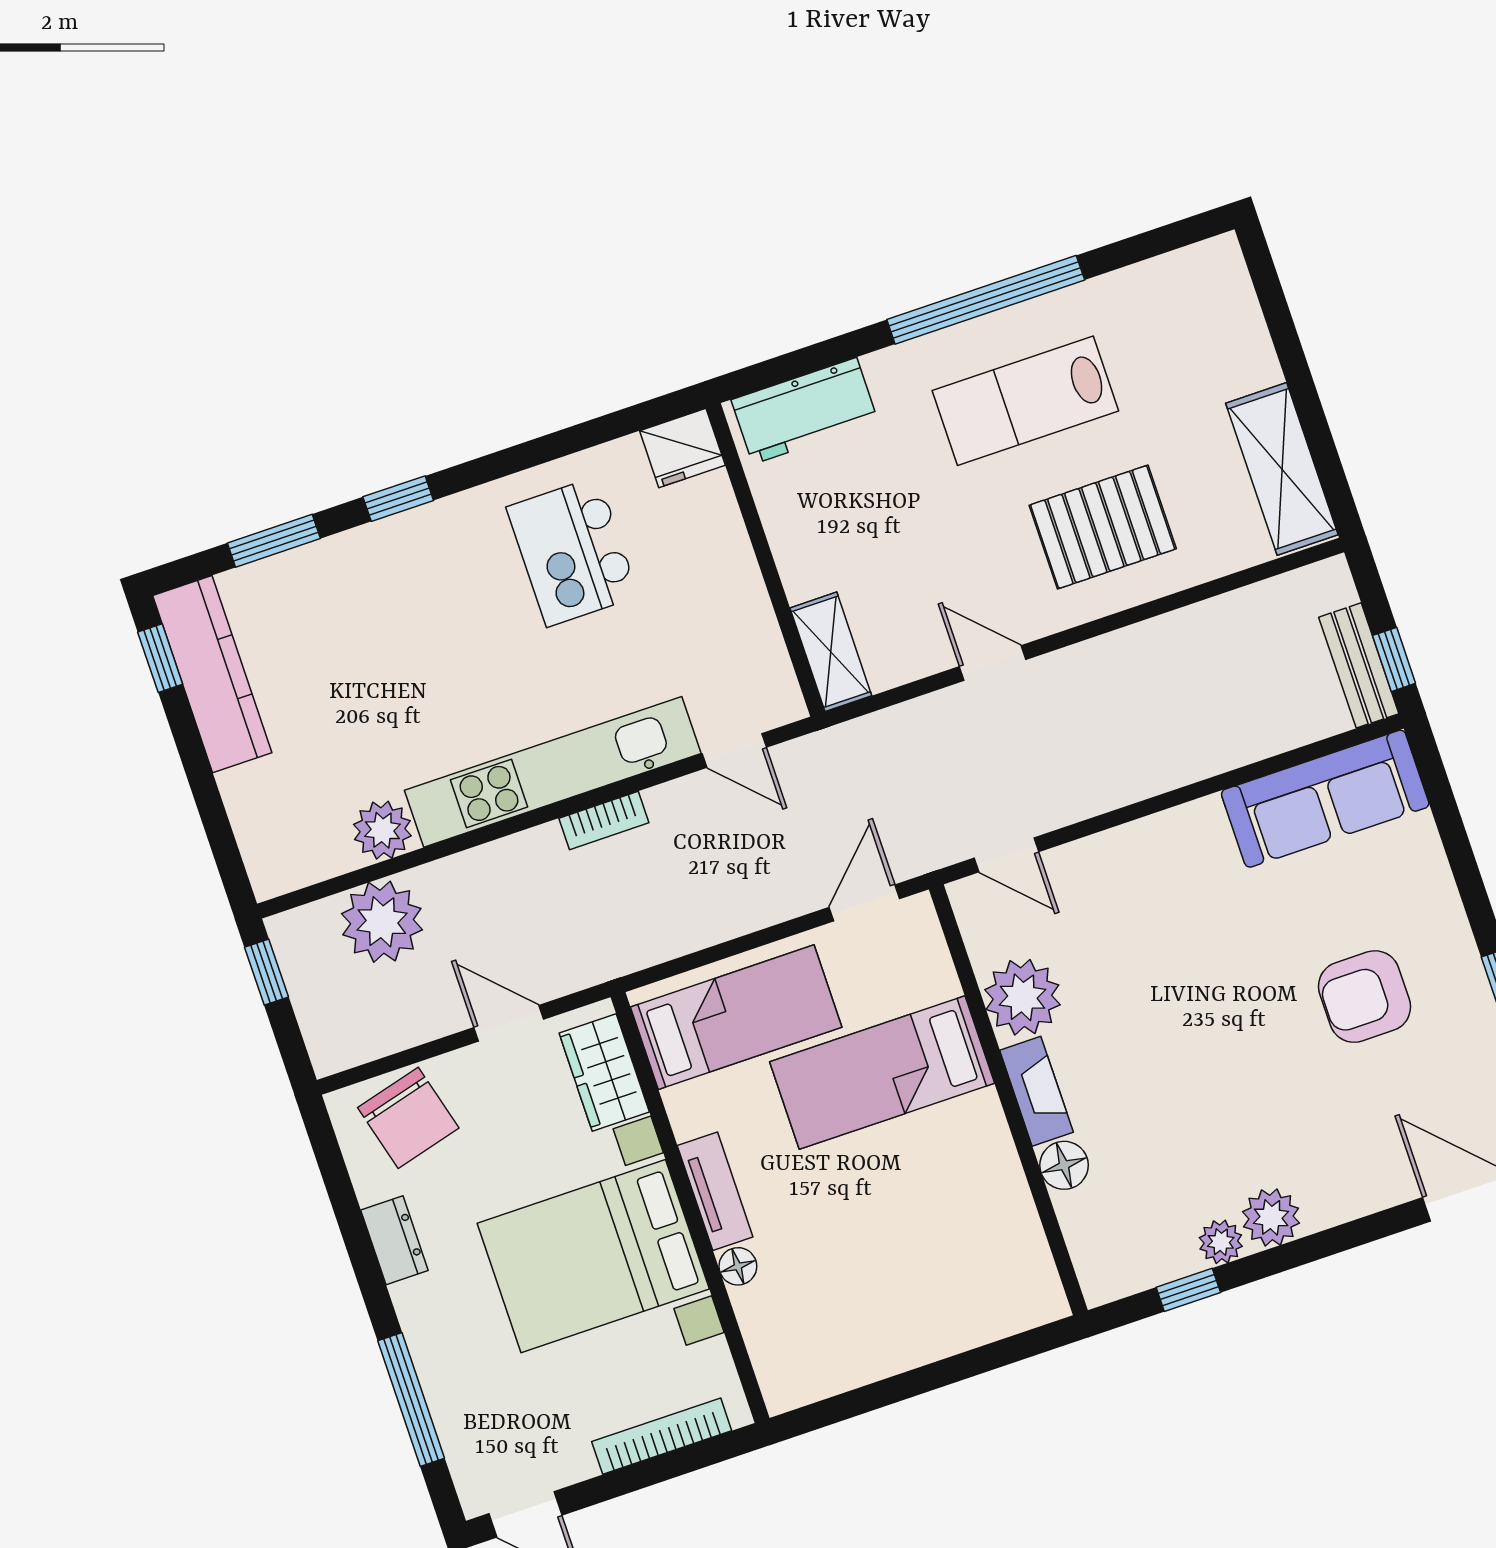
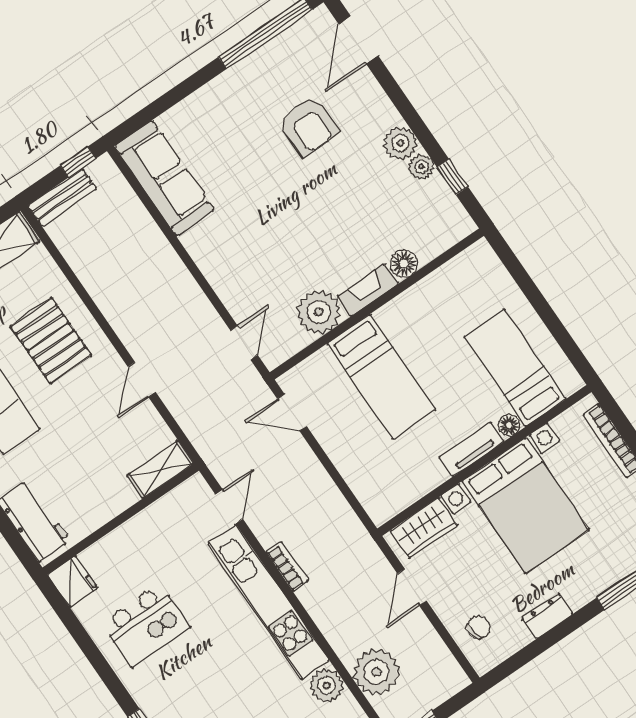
bench: (1359, 665) -> (62, 197), moved
armchair: (1365, 997) -> (309, 126), moved
bed: (736, 1017) -> (515, 368), moved
chair: (408, 1118) -> (479, 627), width x0.54, depth x0.54

